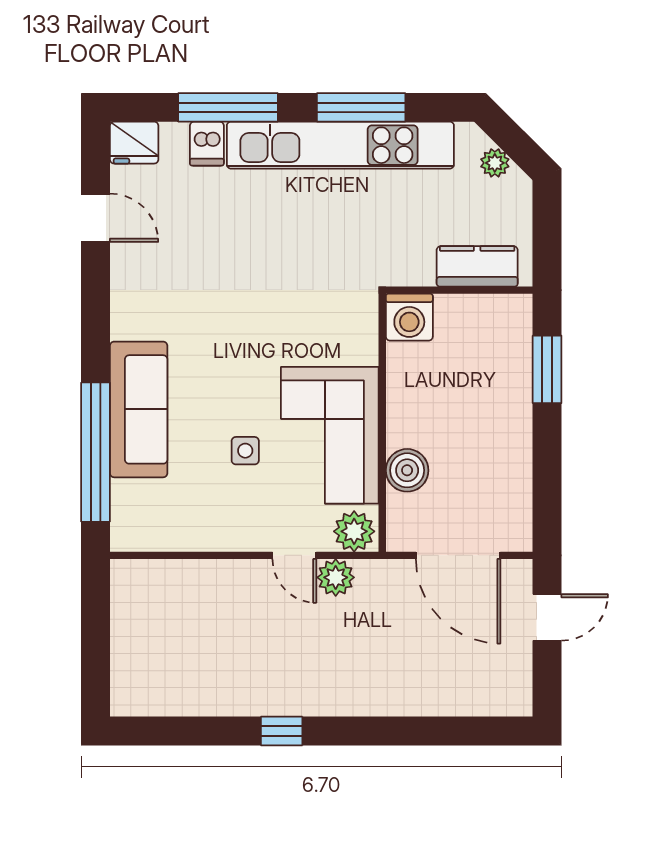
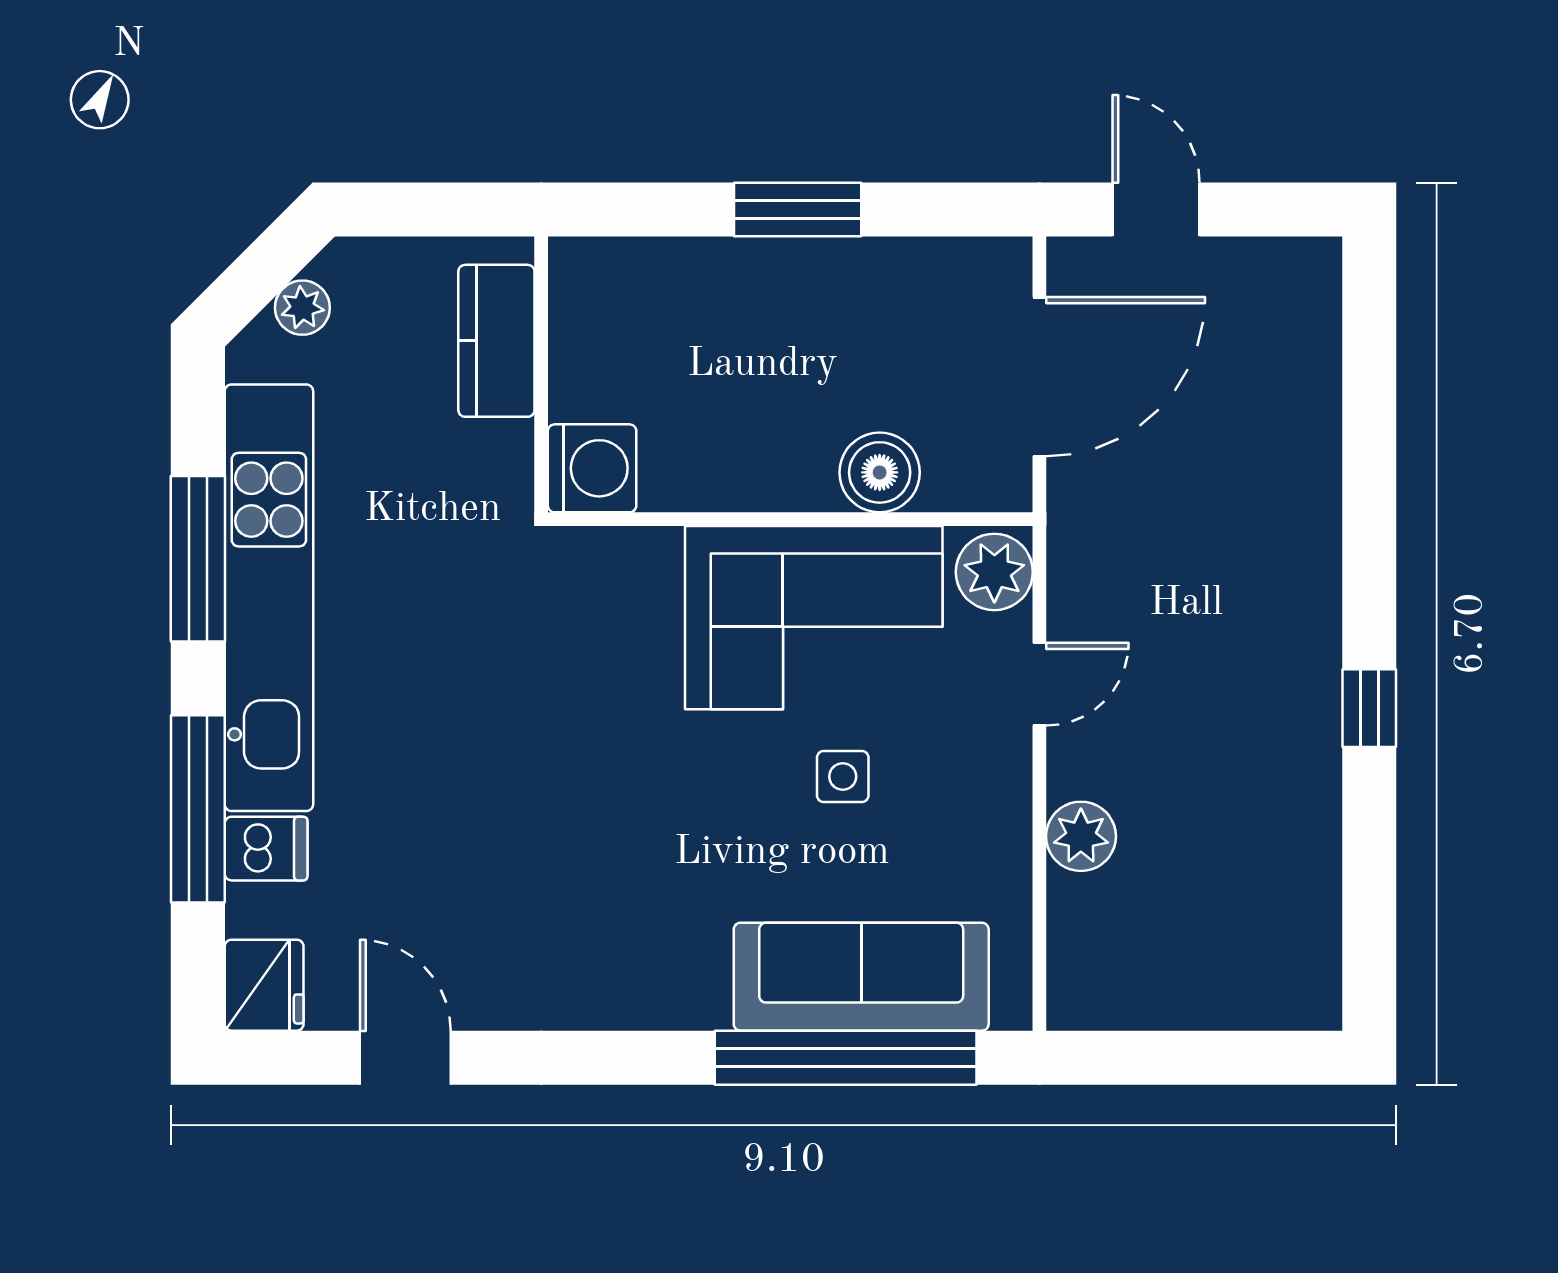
door: (95, 218) -> (405, 1058), hinge flipped
window: (547, 369) -> (798, 210), moved
sofa: (139, 409) -> (861, 977), moved
plant: (336, 577) -> (1081, 836), moved

